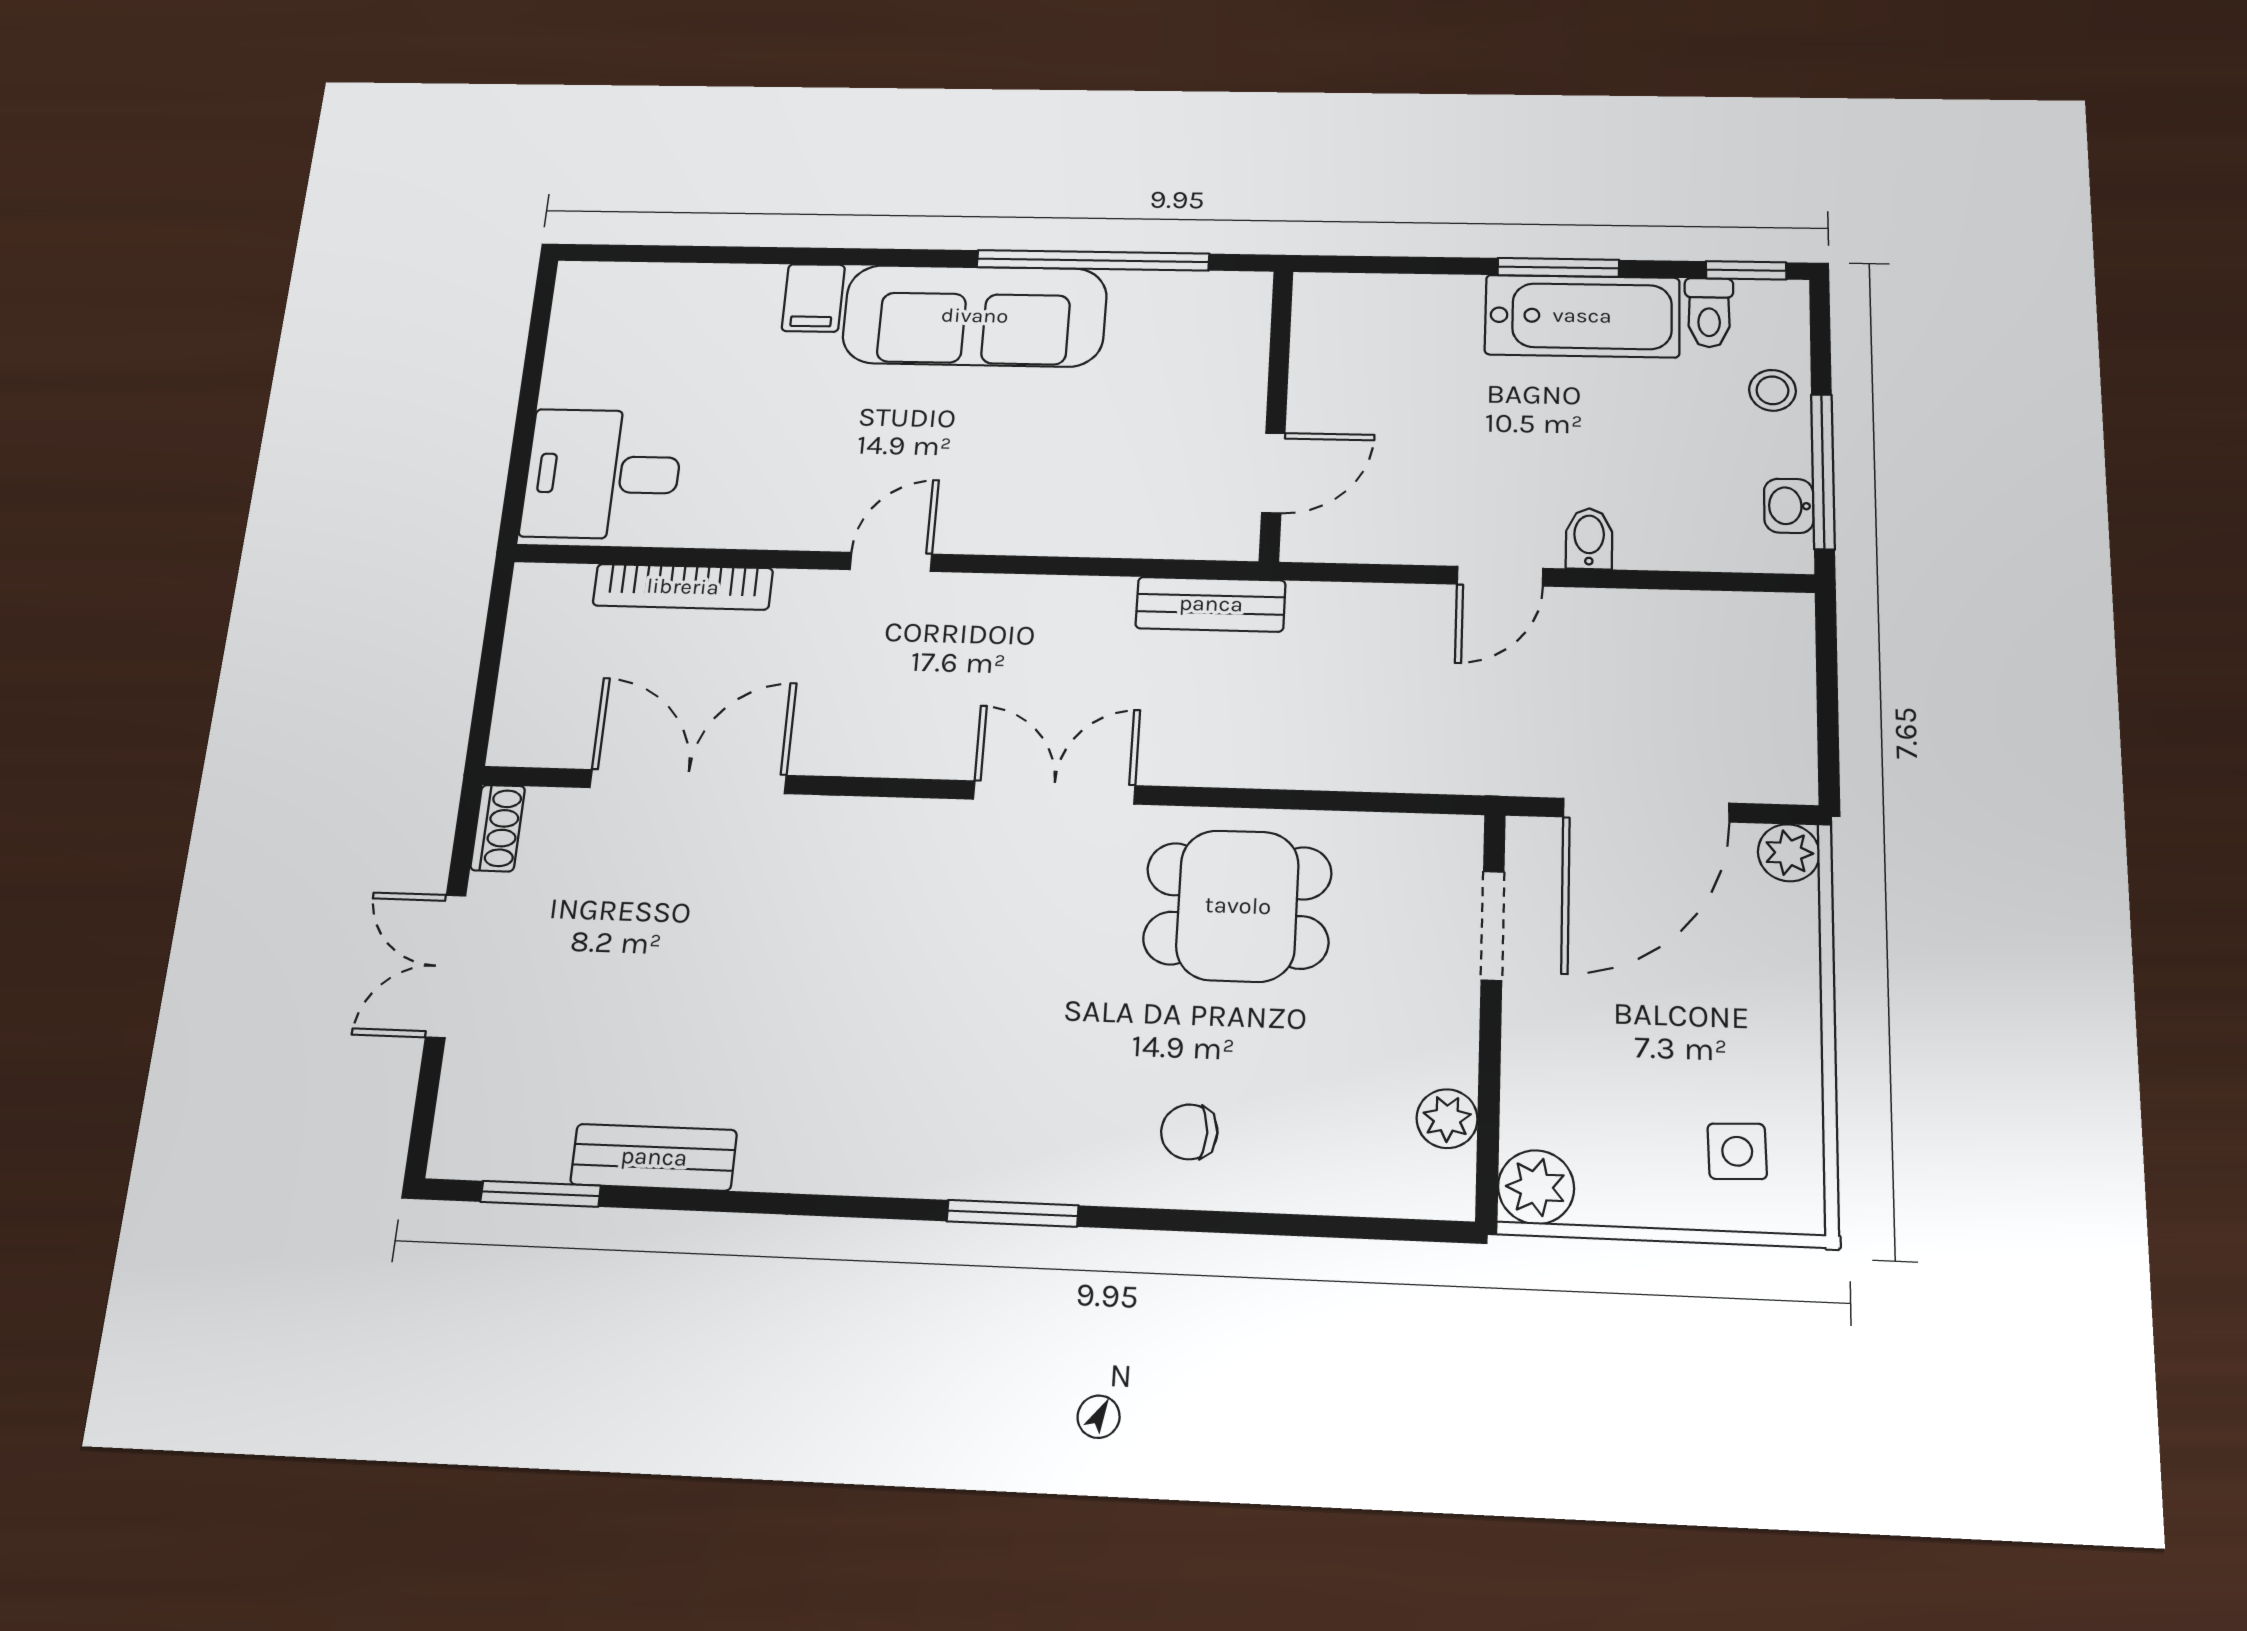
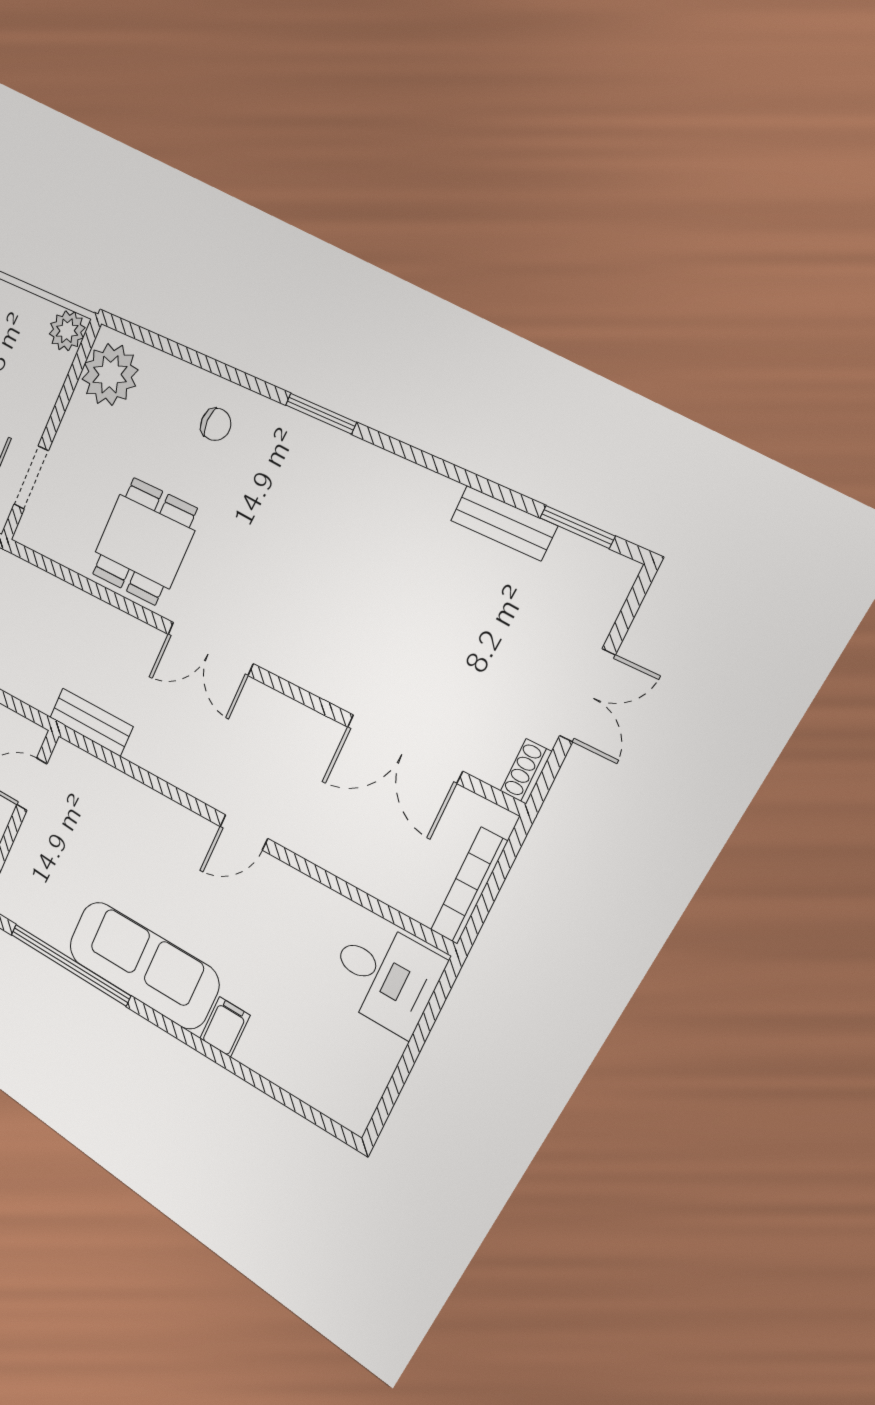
bookcase: (683, 587) -> (469, 886), moved, turned -90
dining table: (1238, 906) -> (145, 541), turned 90
plant: (1447, 1119) -> (110, 374), width x1.88, depth x1.88

